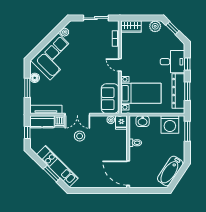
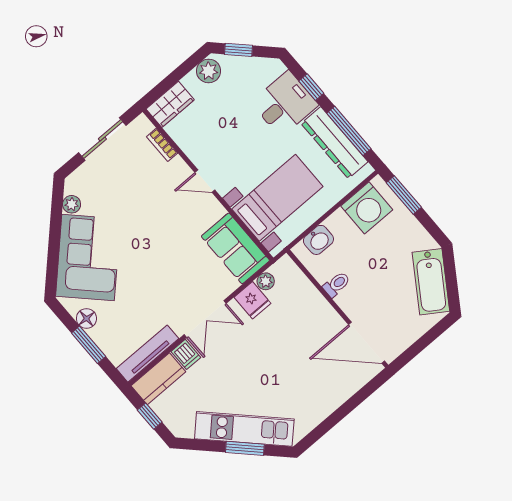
window: (187, 91) -> (349, 131), width x1.44
fridge: (121, 123) -> (253, 300), moved
stool: (80, 136) -> (238, 350), removed

